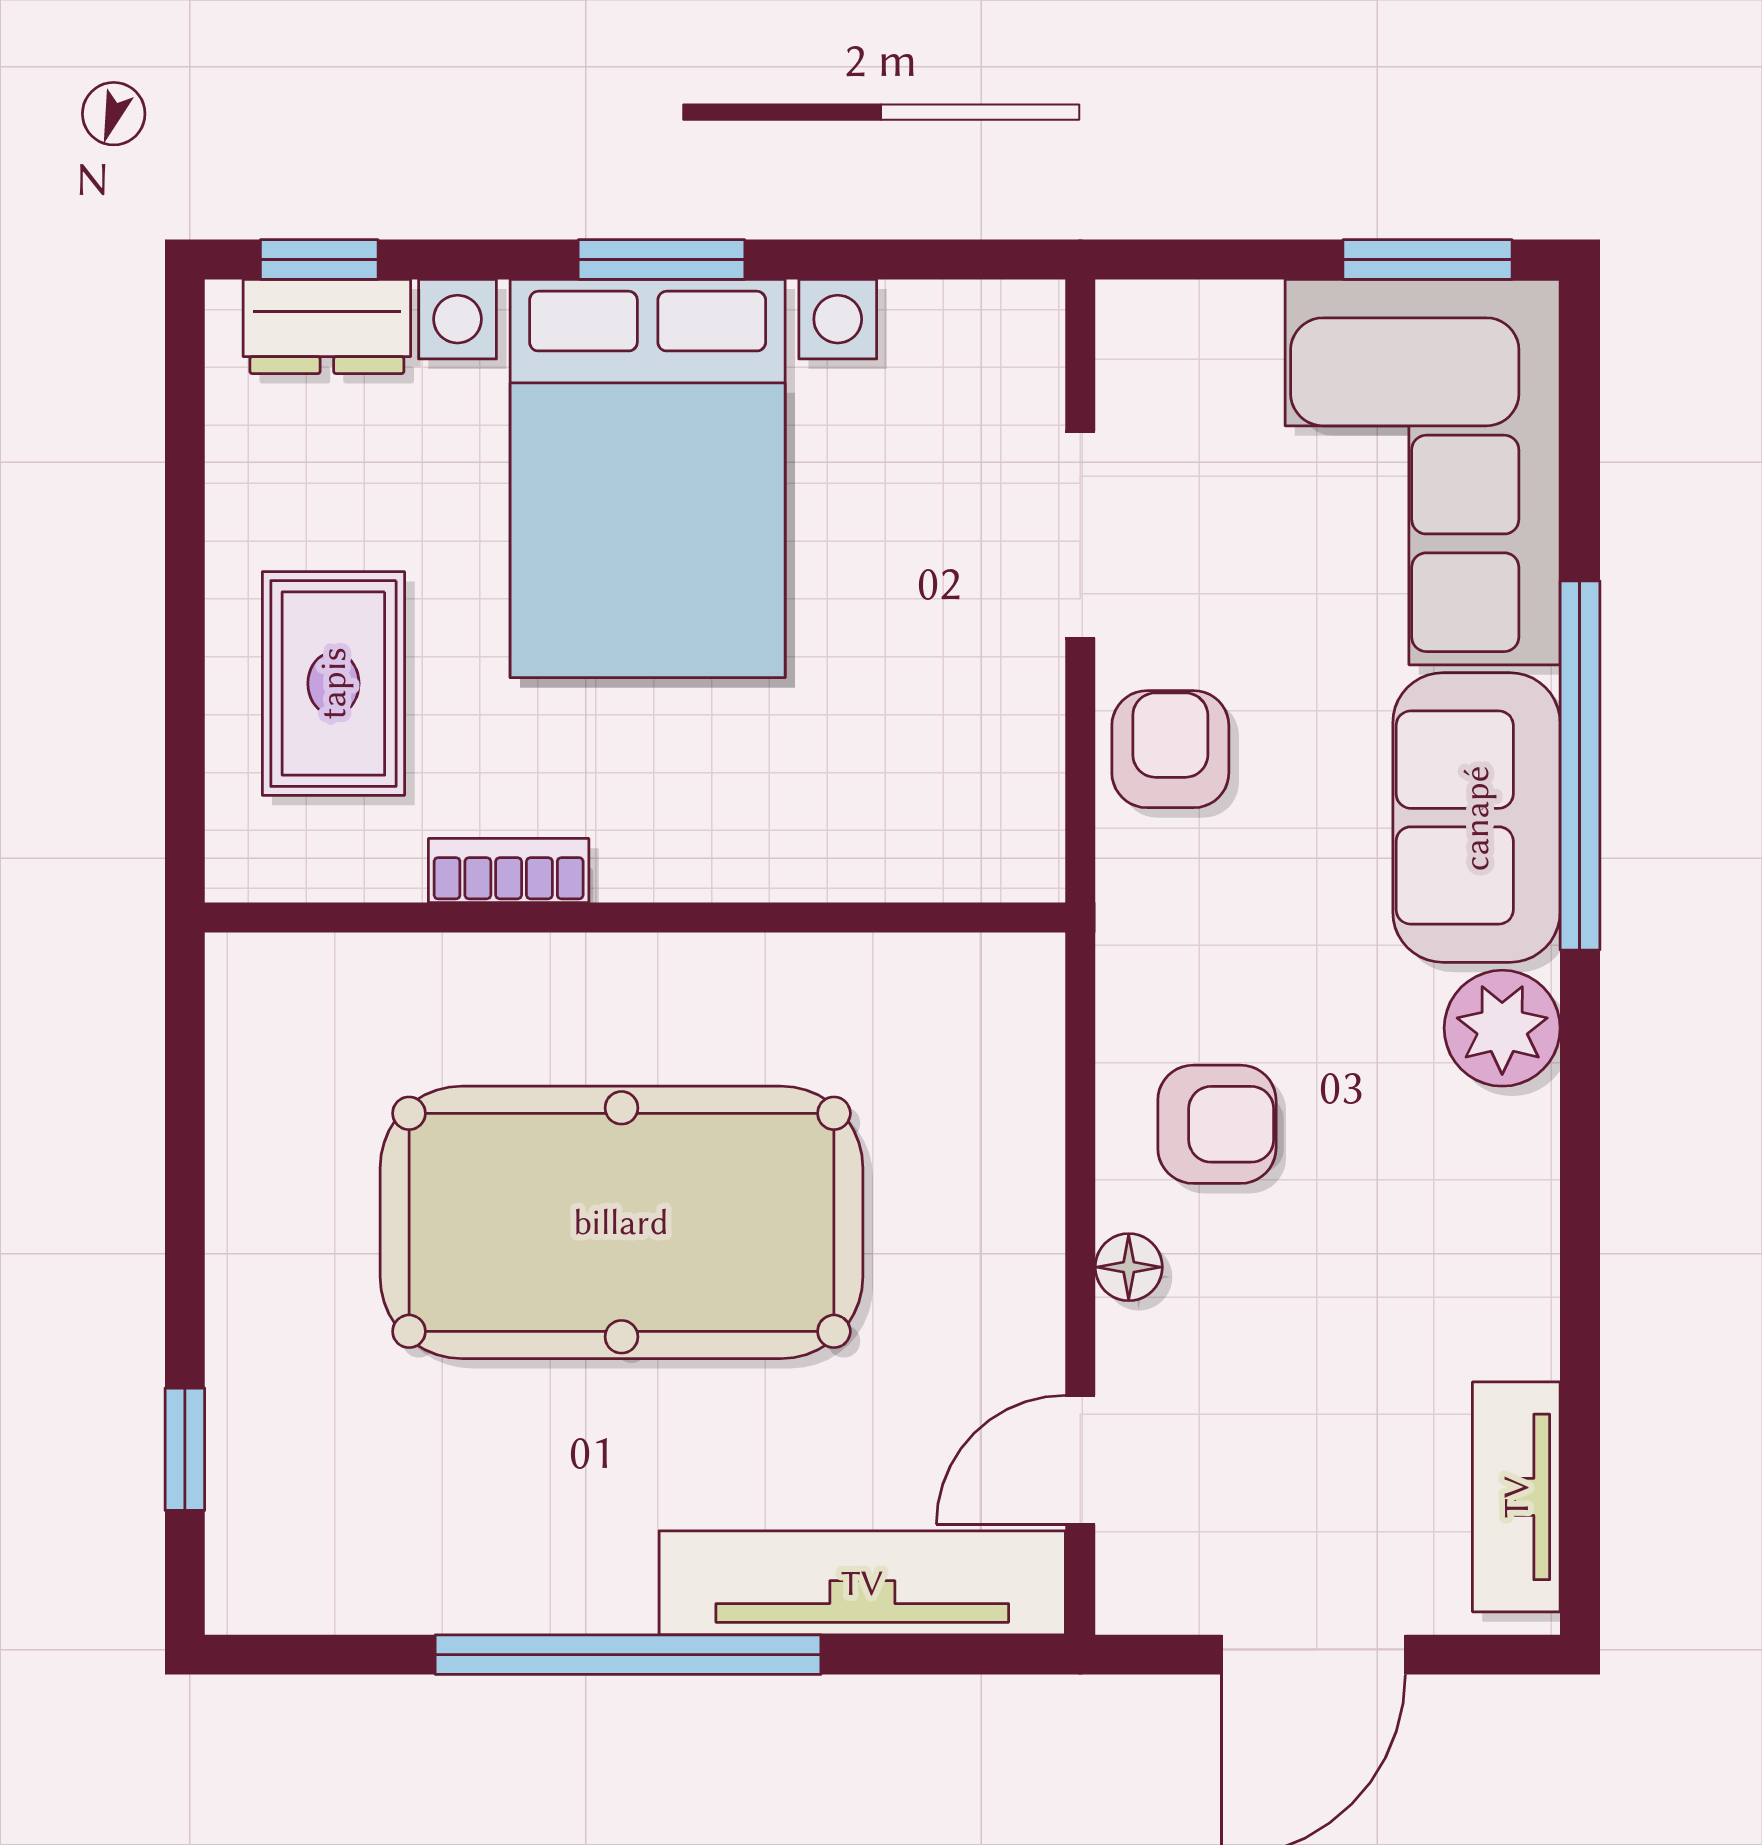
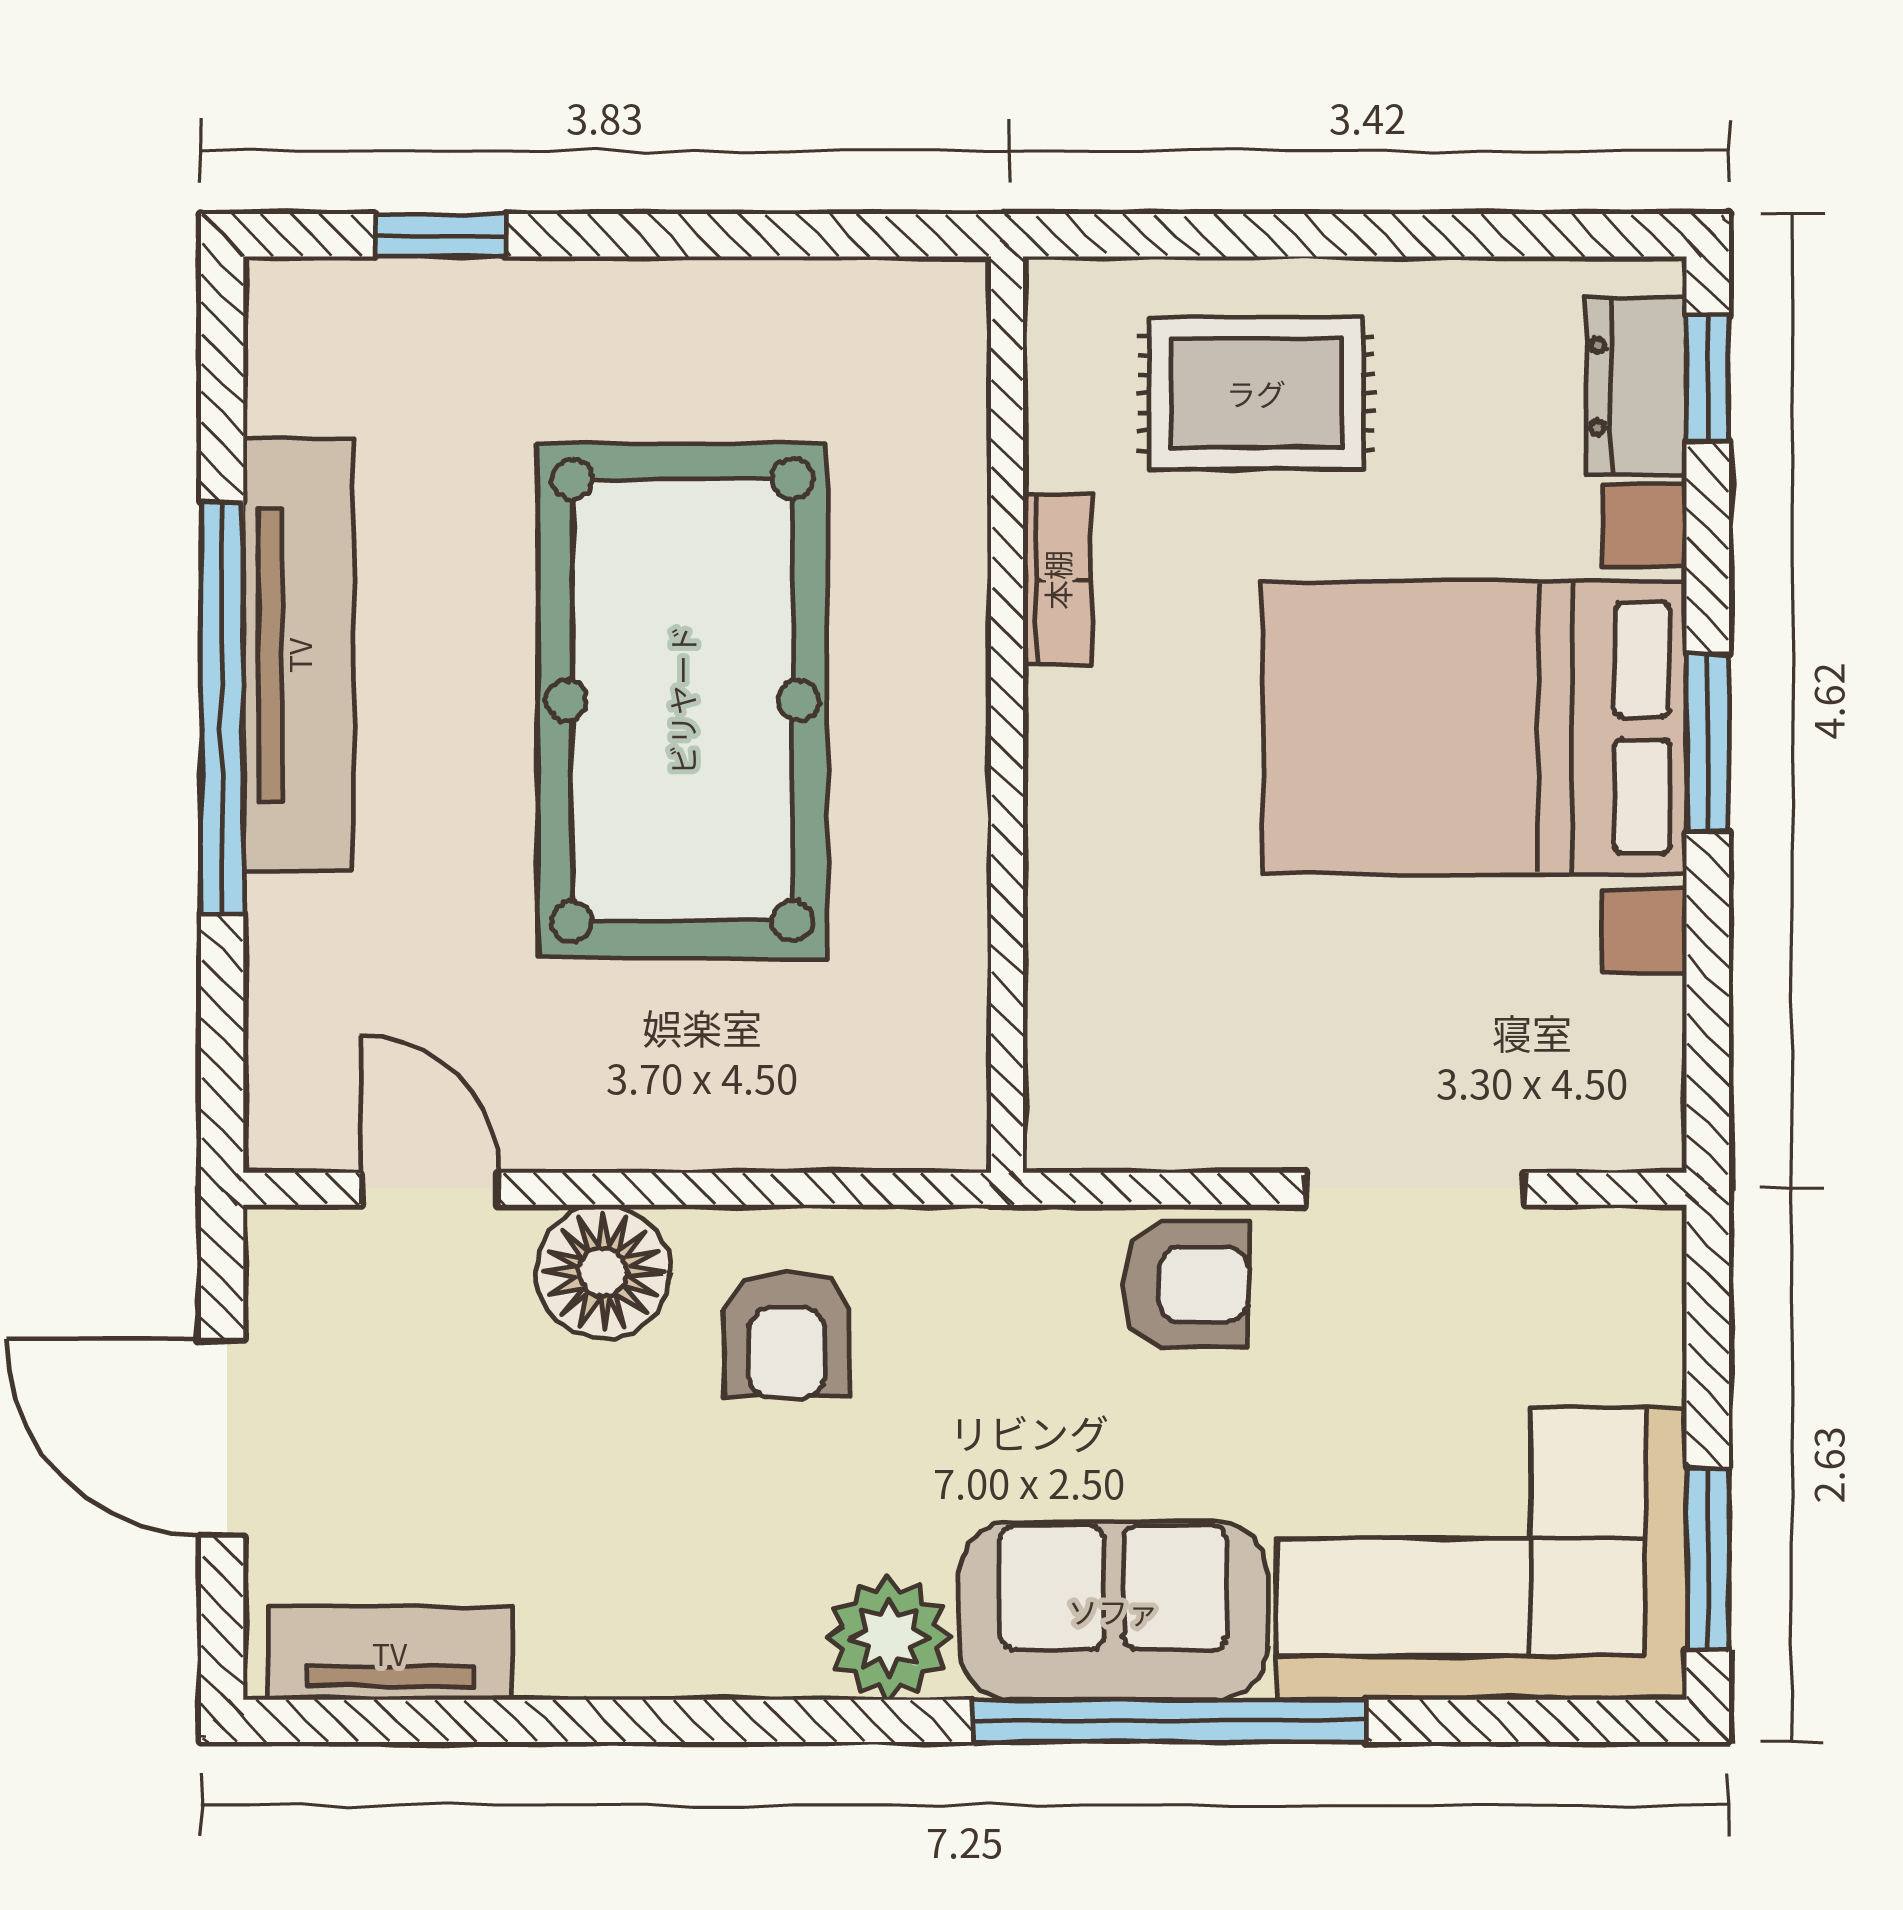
floor lamp: (1129, 1267) -> (603, 1272), width x1.89, depth x1.89
tv unit: (862, 1583) -> (299, 655), moved

